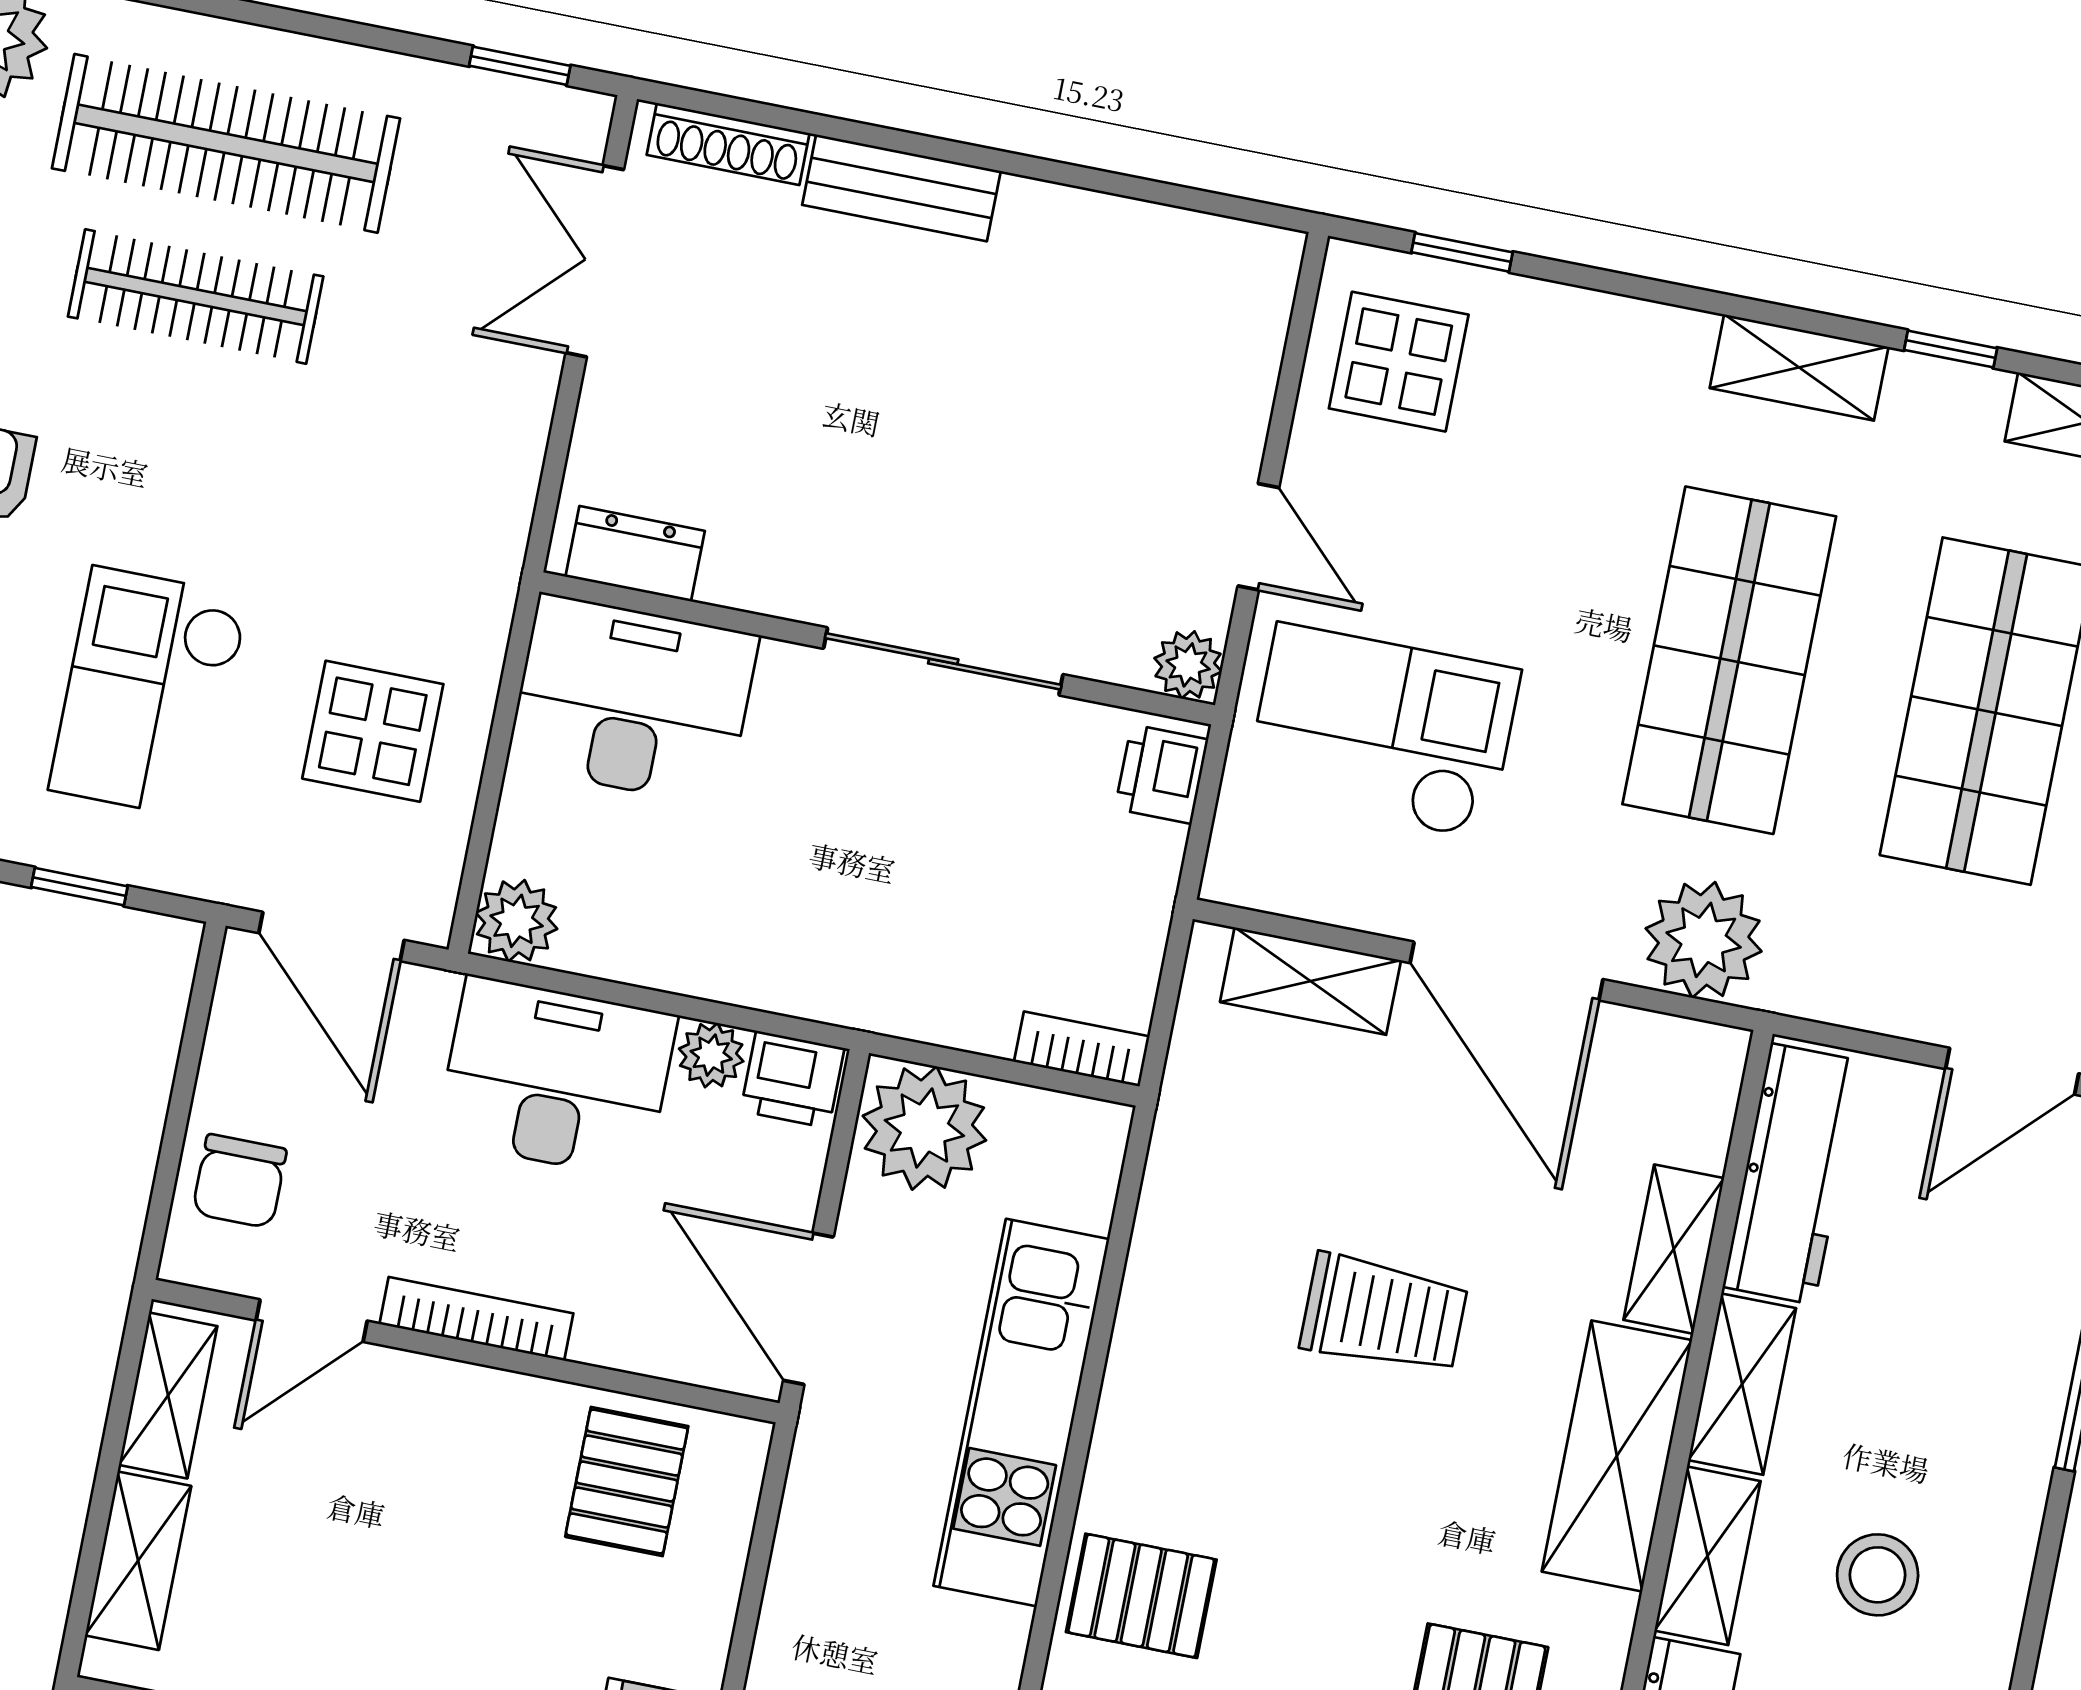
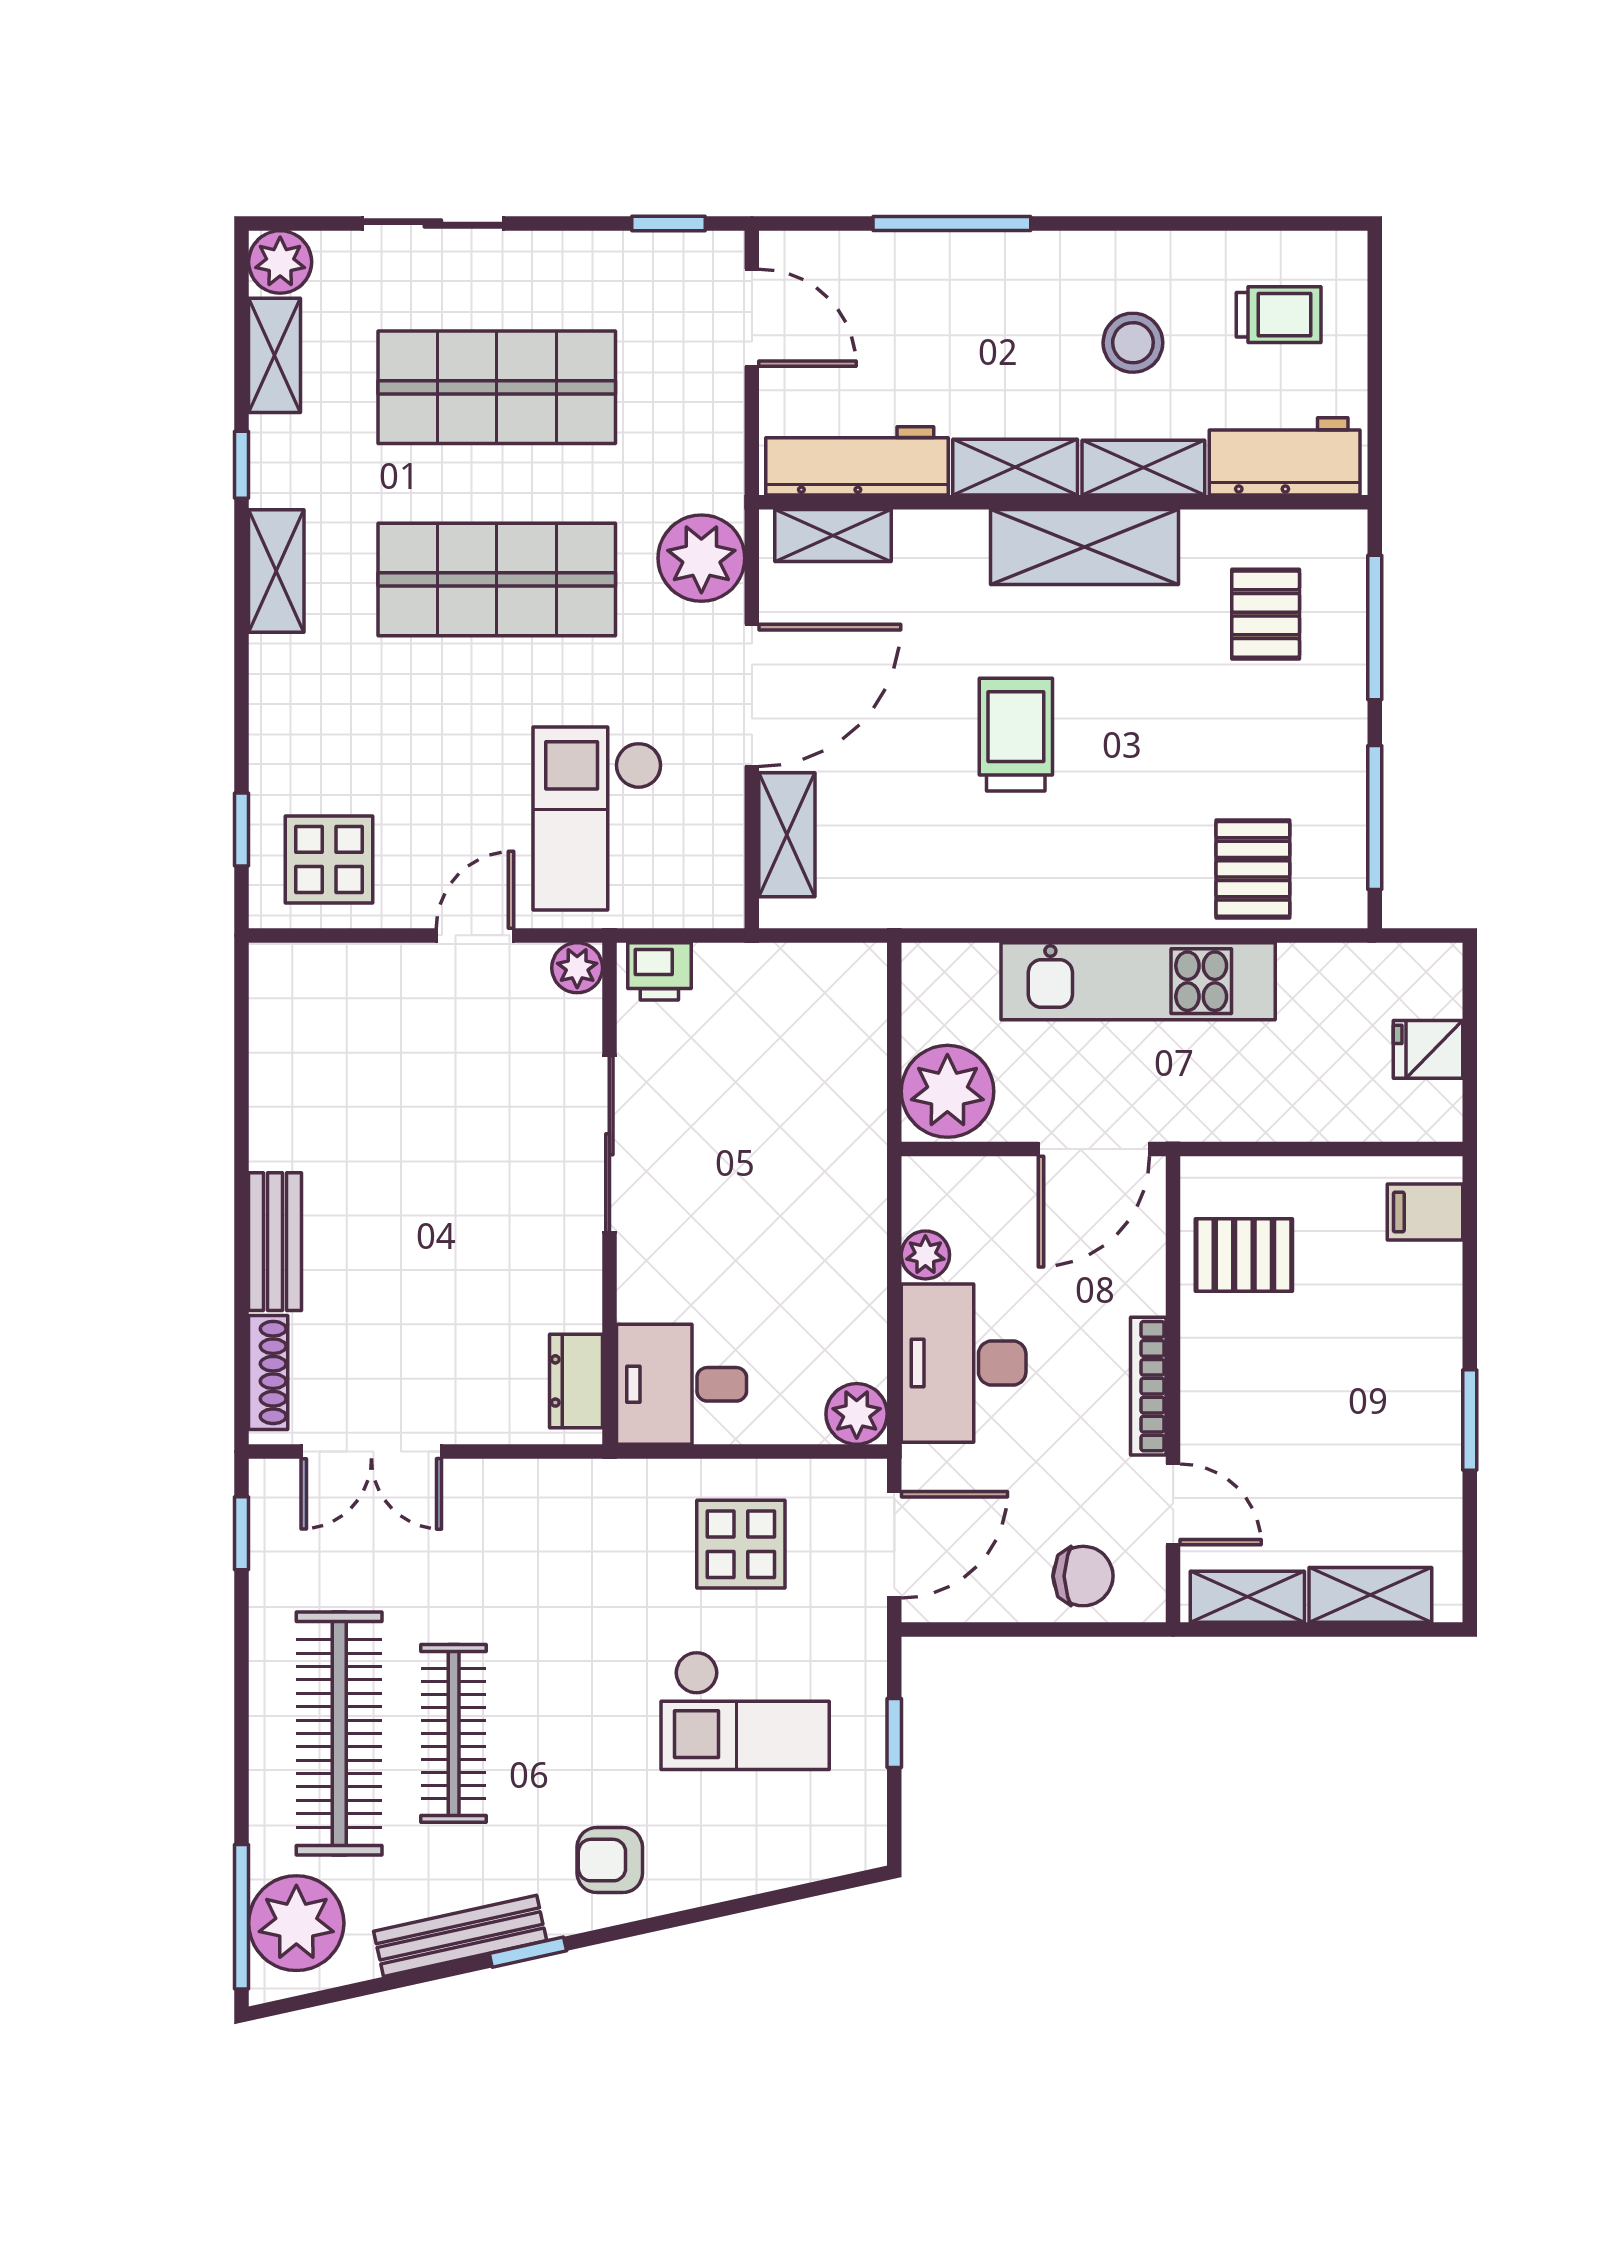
desk: (633, 700) -> (681, 1384), width x0.73
bookcase: (1082, 1049) -> (868, 990), removed
printer: (792, 1079) -> (931, 1193), removed
shelving: (1674, 1249) -> (833, 536), moved

